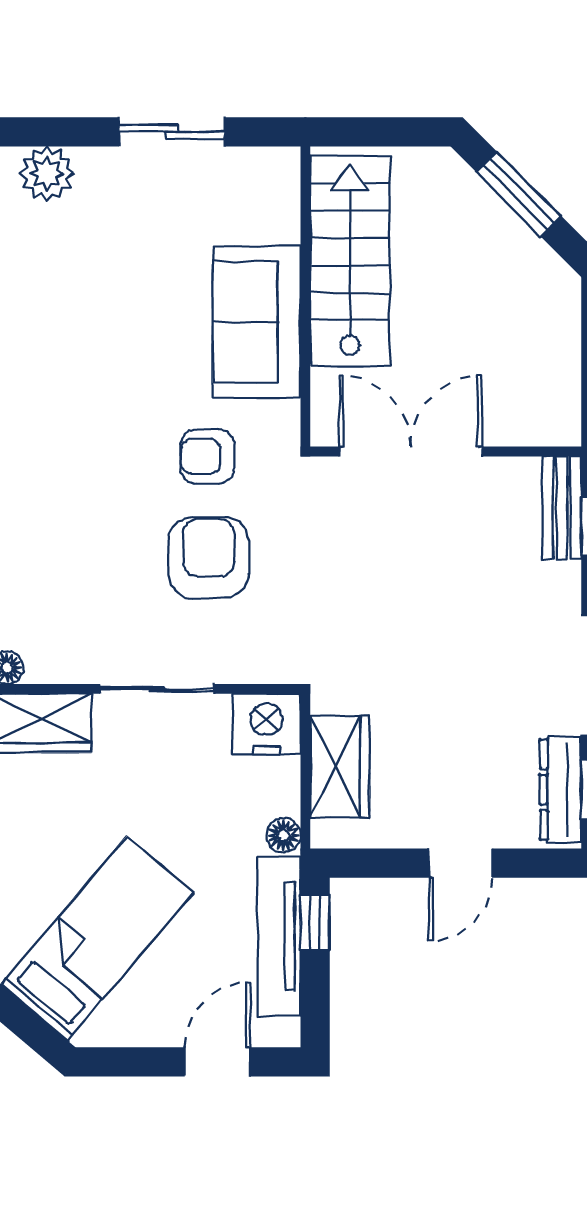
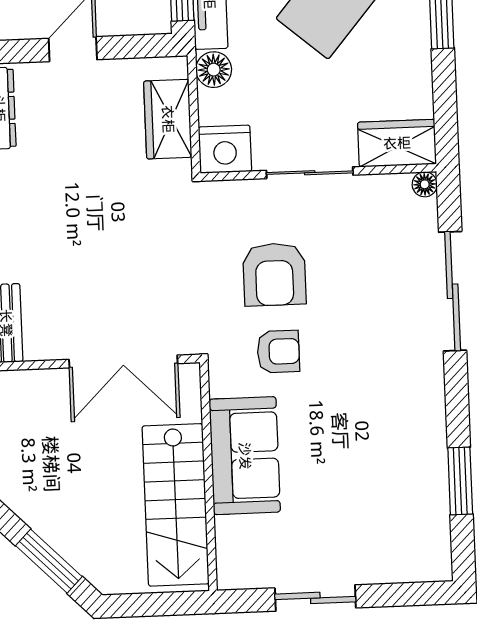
plant: (47, 173) -> (409, 562), removed
floor lamp: (283, 835) -> (214, 70), width x1.37, depth x1.37

